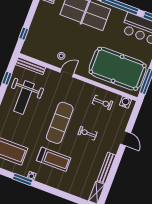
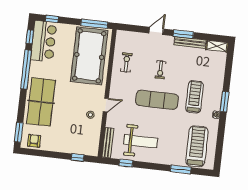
door: (67, 73) -> (106, 105), swing flipped
water cooler: (125, 102) -> (120, 40), removed
window: (116, 163) -> (183, 34), added
window: (23, 179) -> (225, 102), moved

